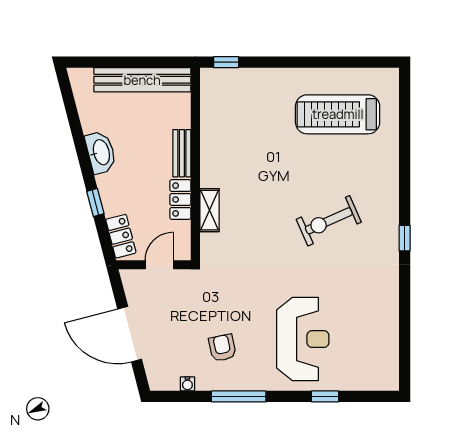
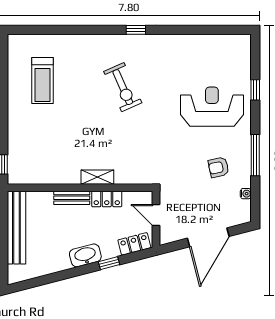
treadmill: (338, 114) -> (42, 80), width x0.73, depth x0.73
washbasin: (101, 152) -> (85, 255), moved
shelving: (209, 210) -> (97, 177), moved

